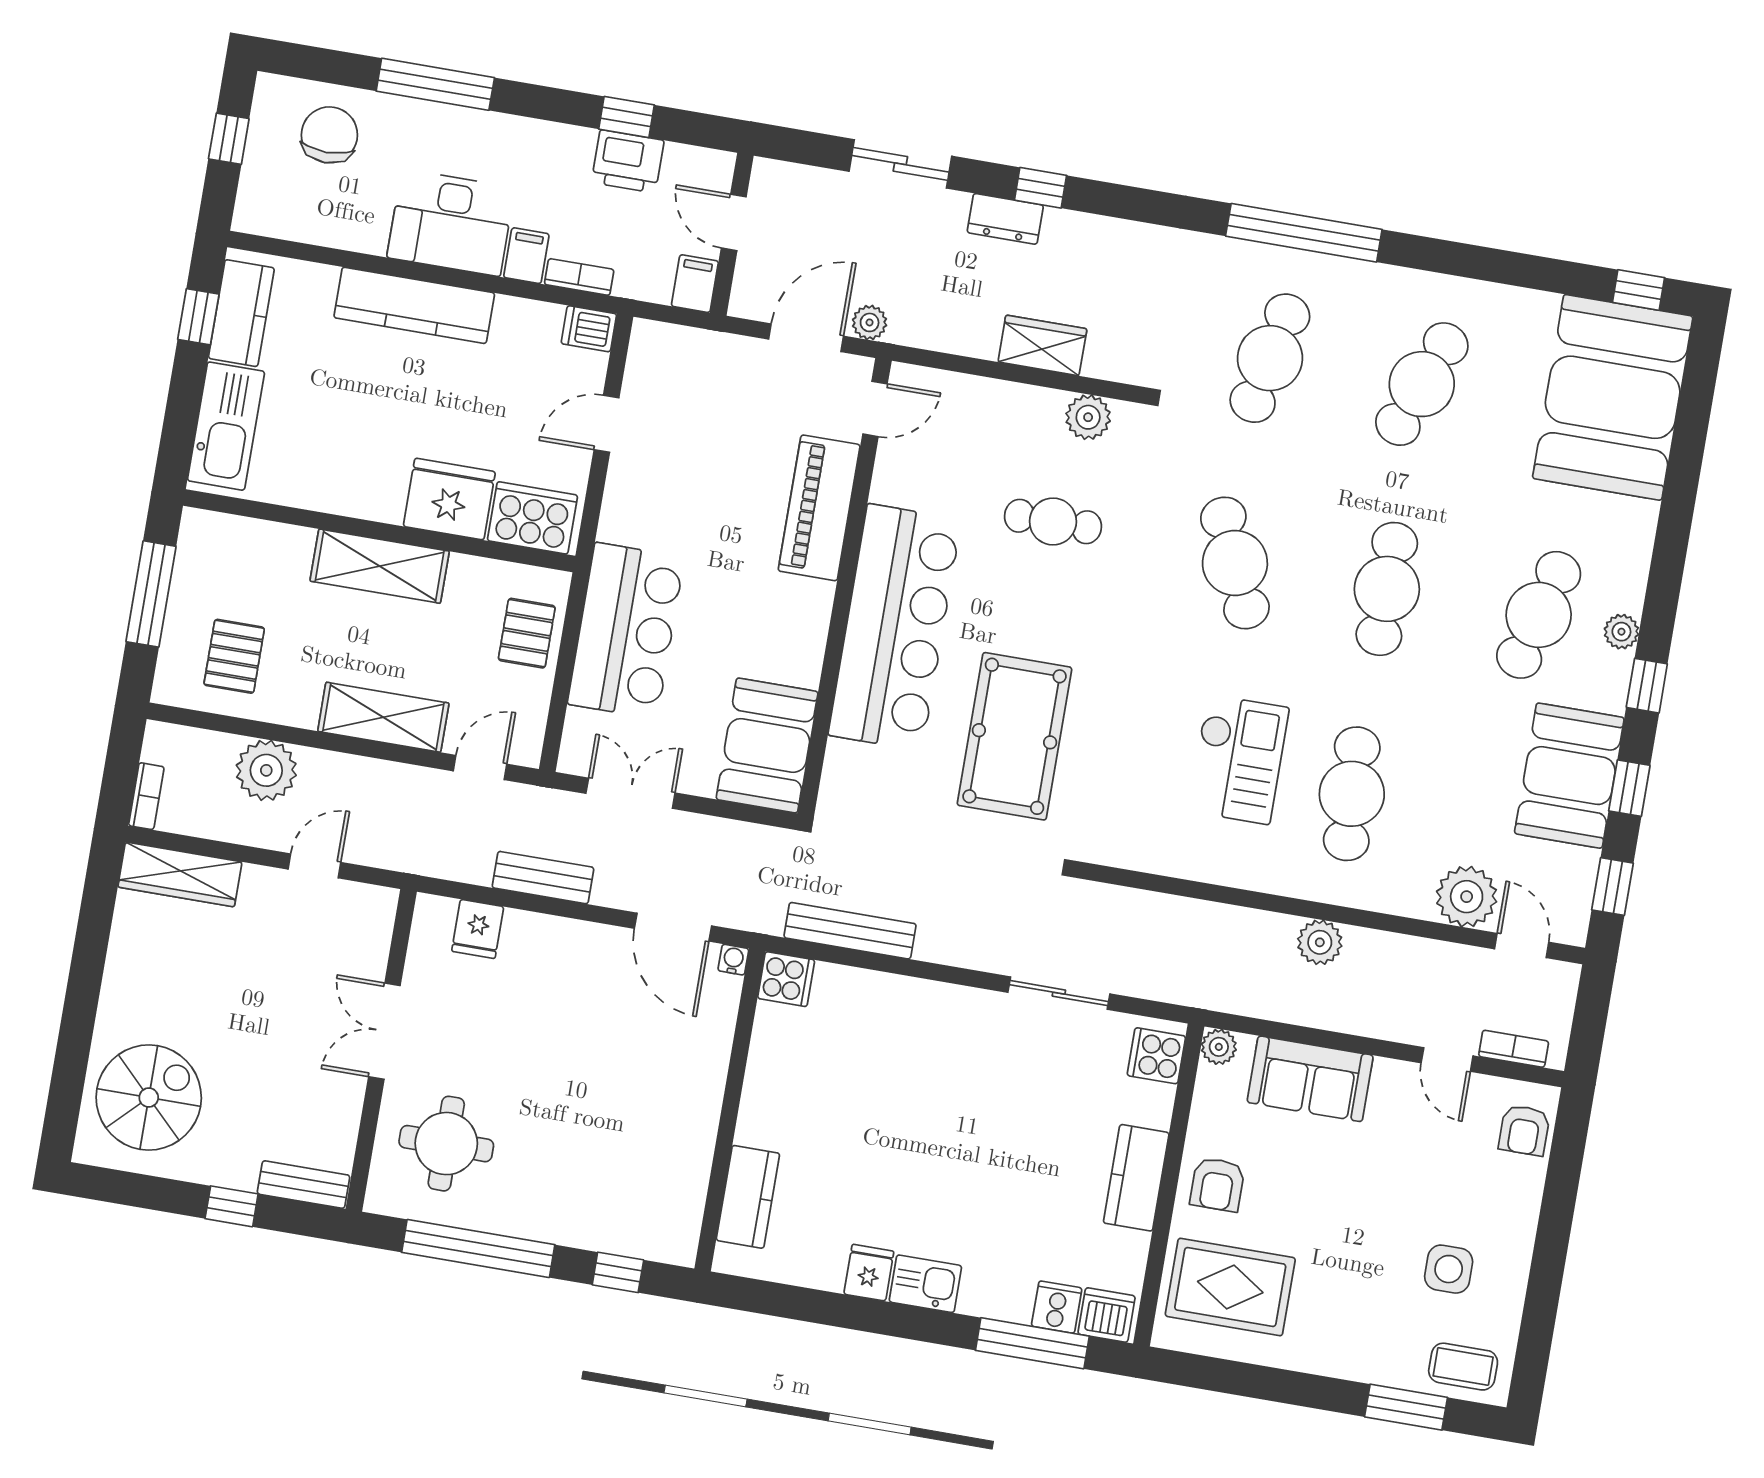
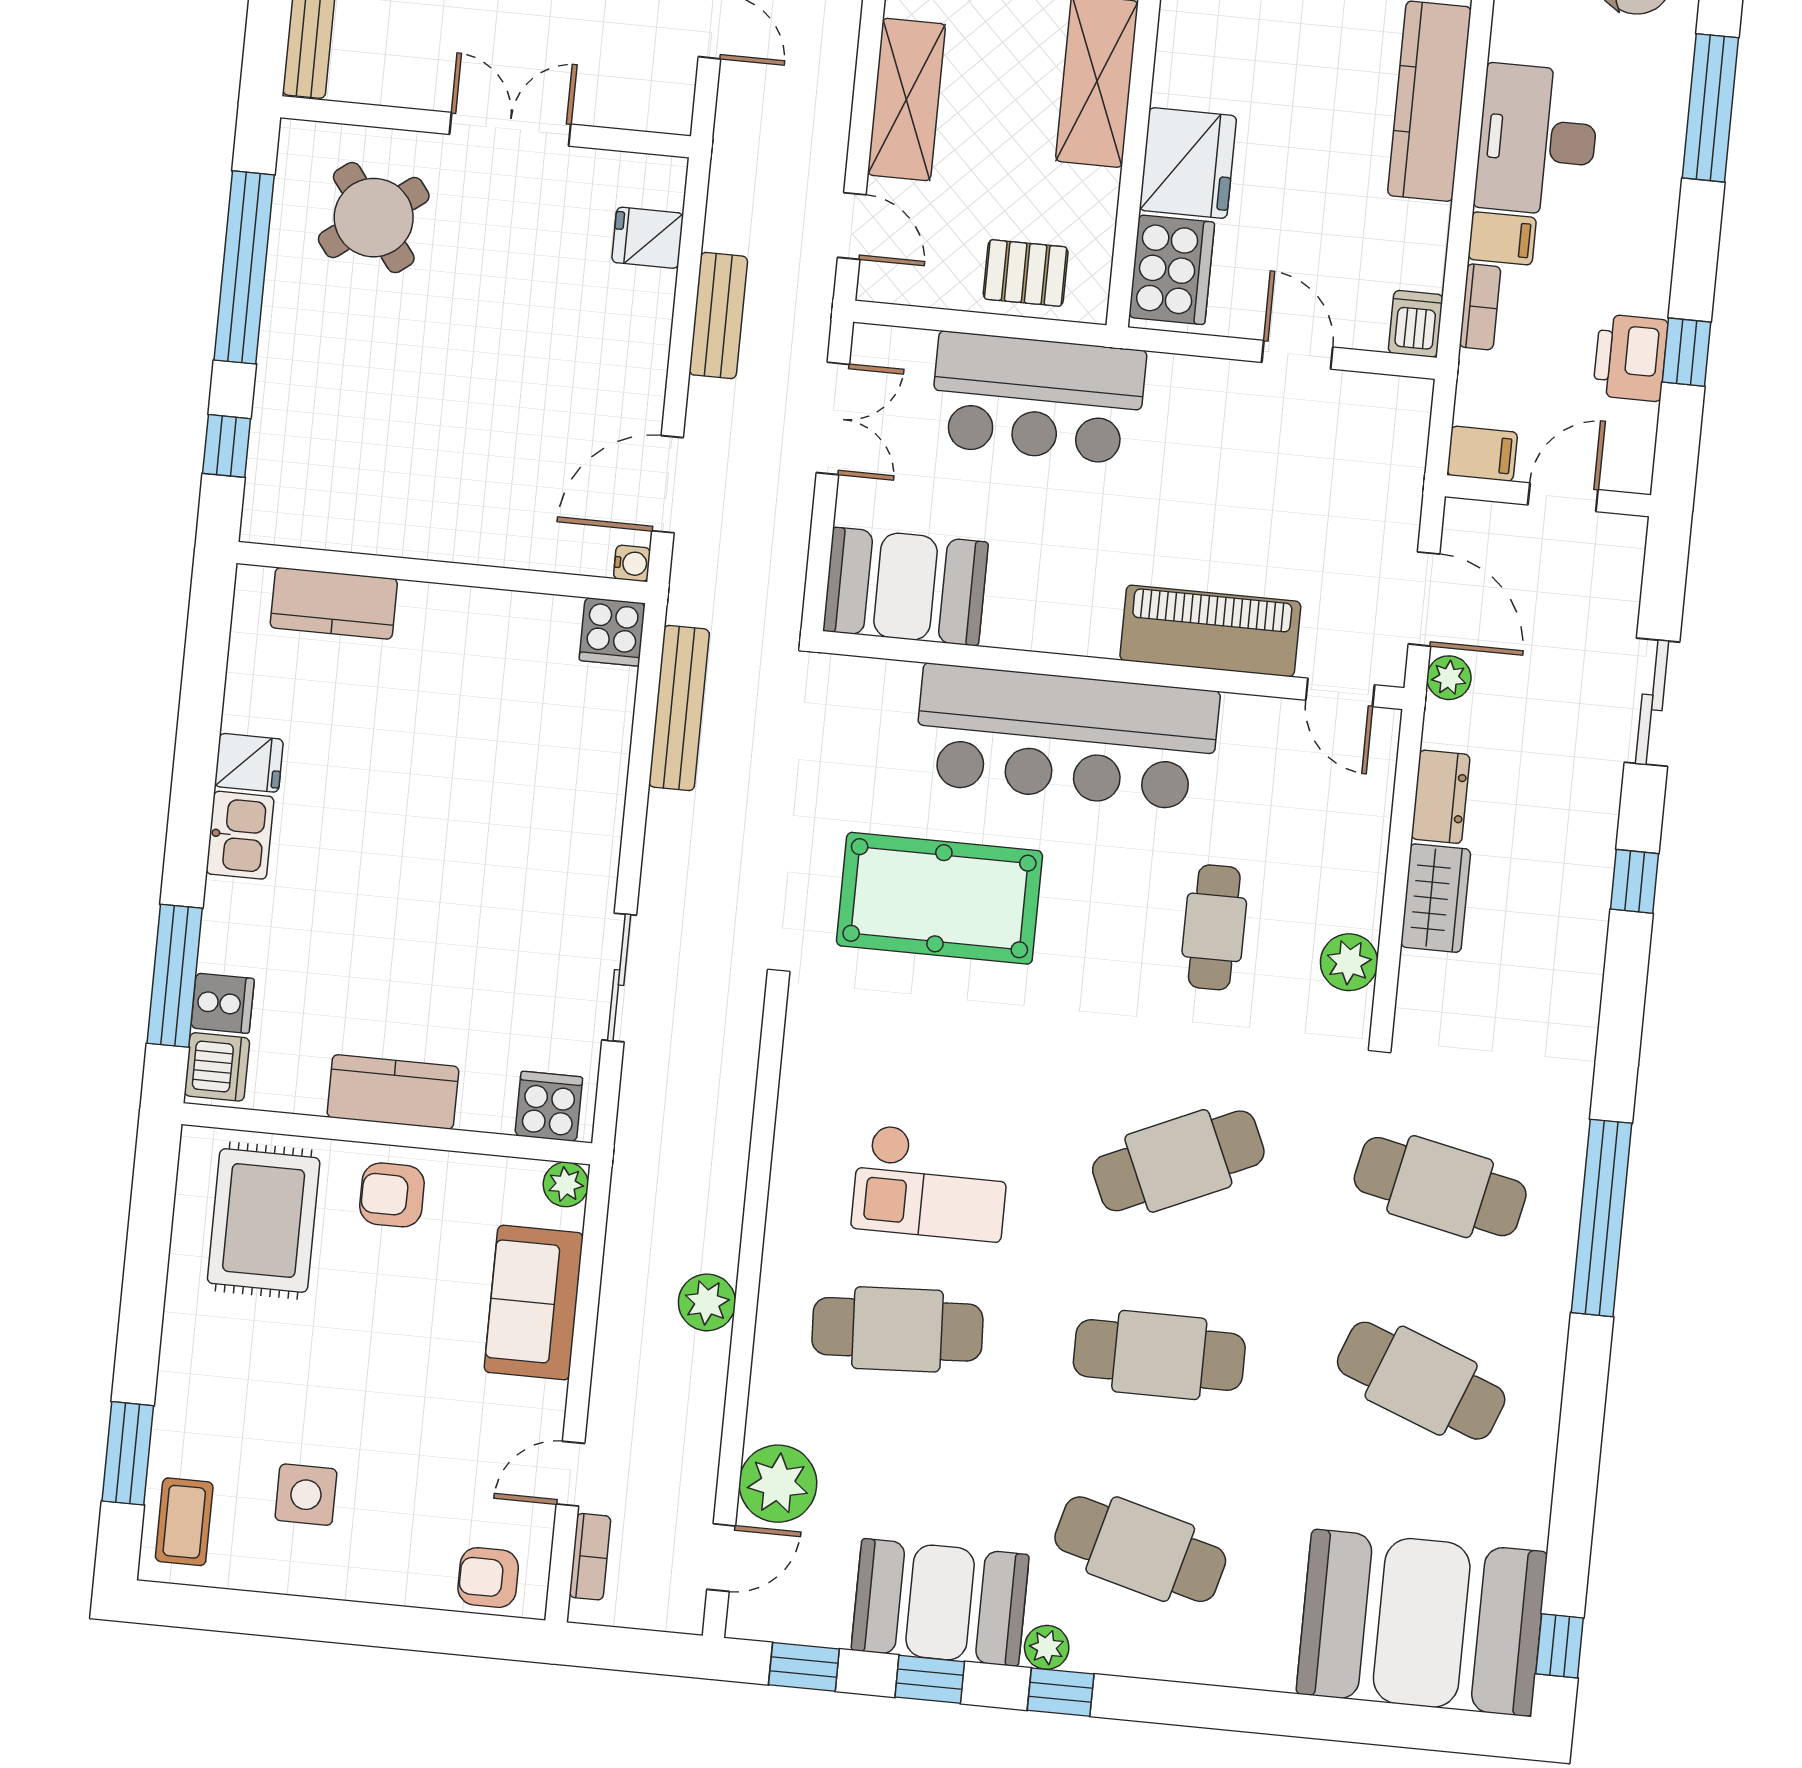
dresser: (1005, 219) -> (1441, 797), moved, turned 180
plant: (1621, 632) -> (1047, 1647), moved
round table: (446, 1144) -> (374, 218), turned -37

